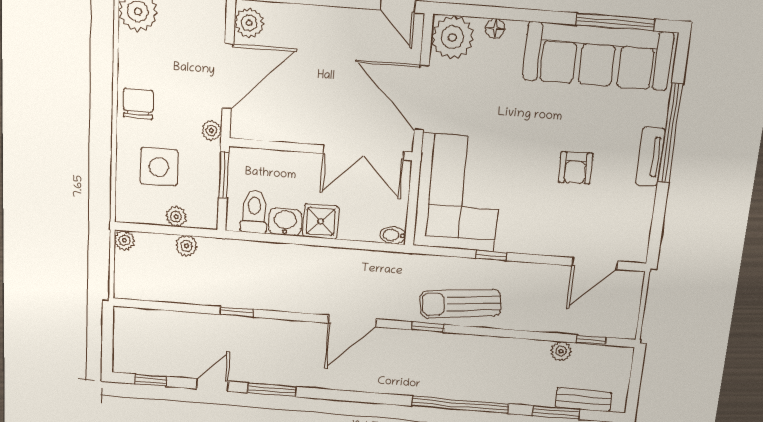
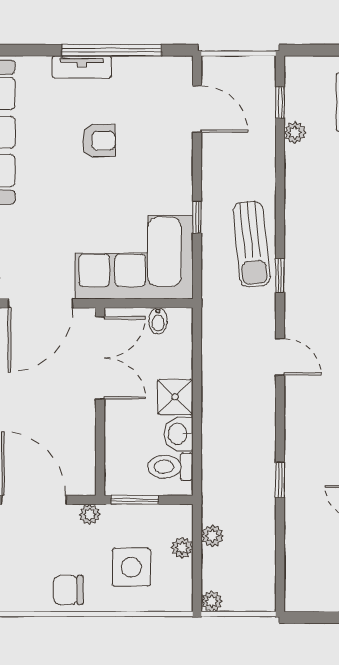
window: (670, 133) -> (112, 50), moved
bidet: (393, 235) -> (158, 321), moved
door: (352, 321) -> (280, 357), width x0.73

